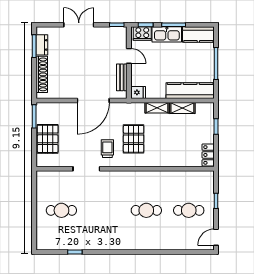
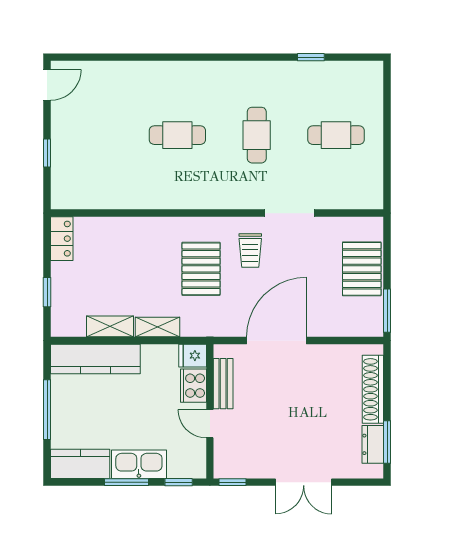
cooker: (142, 33) -> (193, 386), moved, turned -90
cafe table: (189, 210) -> (257, 135), moved, turned 90

